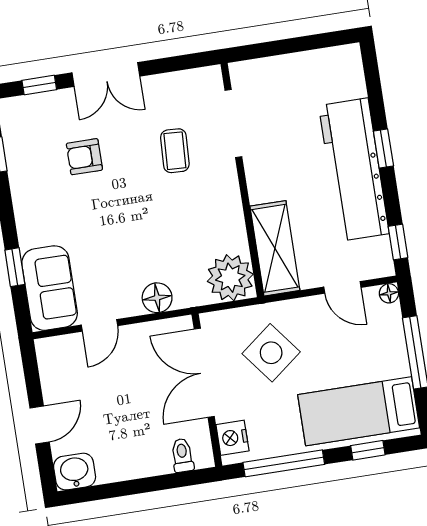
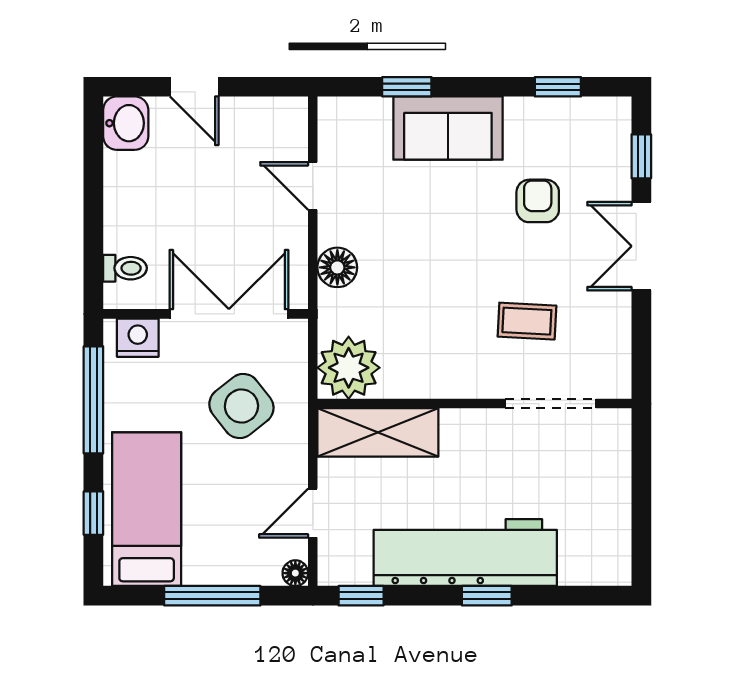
sofa: (50, 288) -> (448, 128), moved

